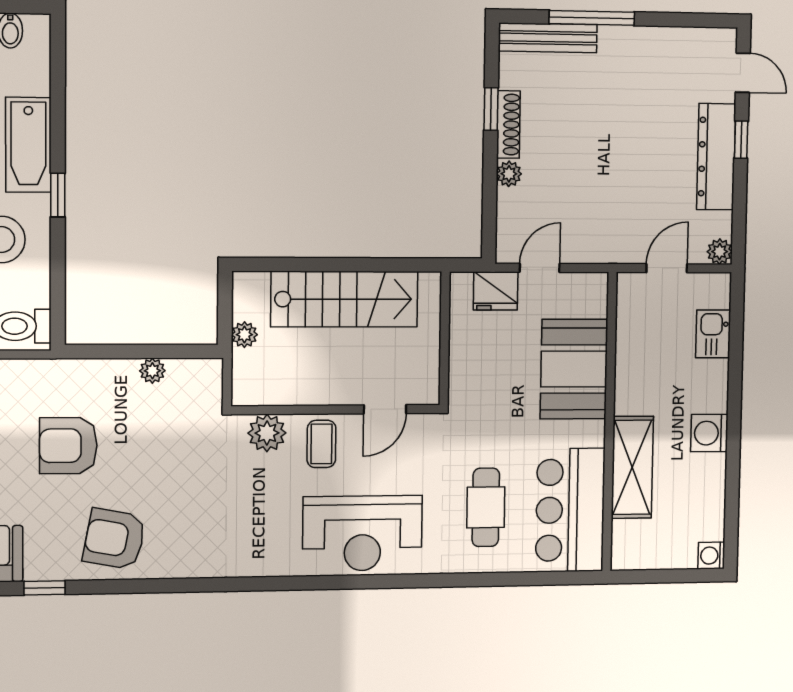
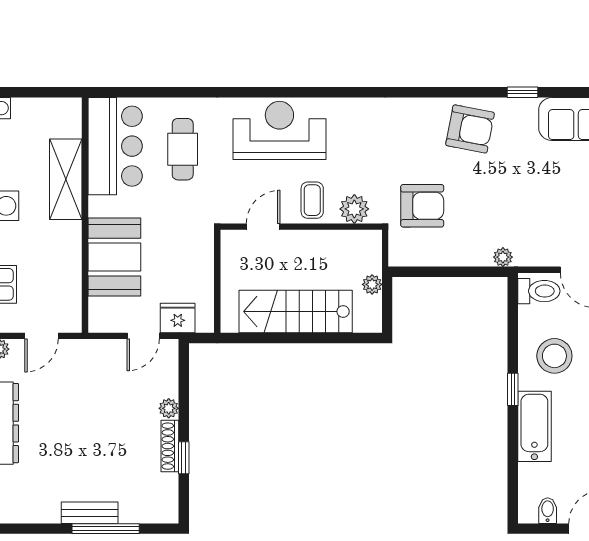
bench: (548, 38) -> (90, 513), moved, width x0.73
plant: (152, 371) -> (503, 257), moved
armchair: (68, 446) -> (422, 206), moved

